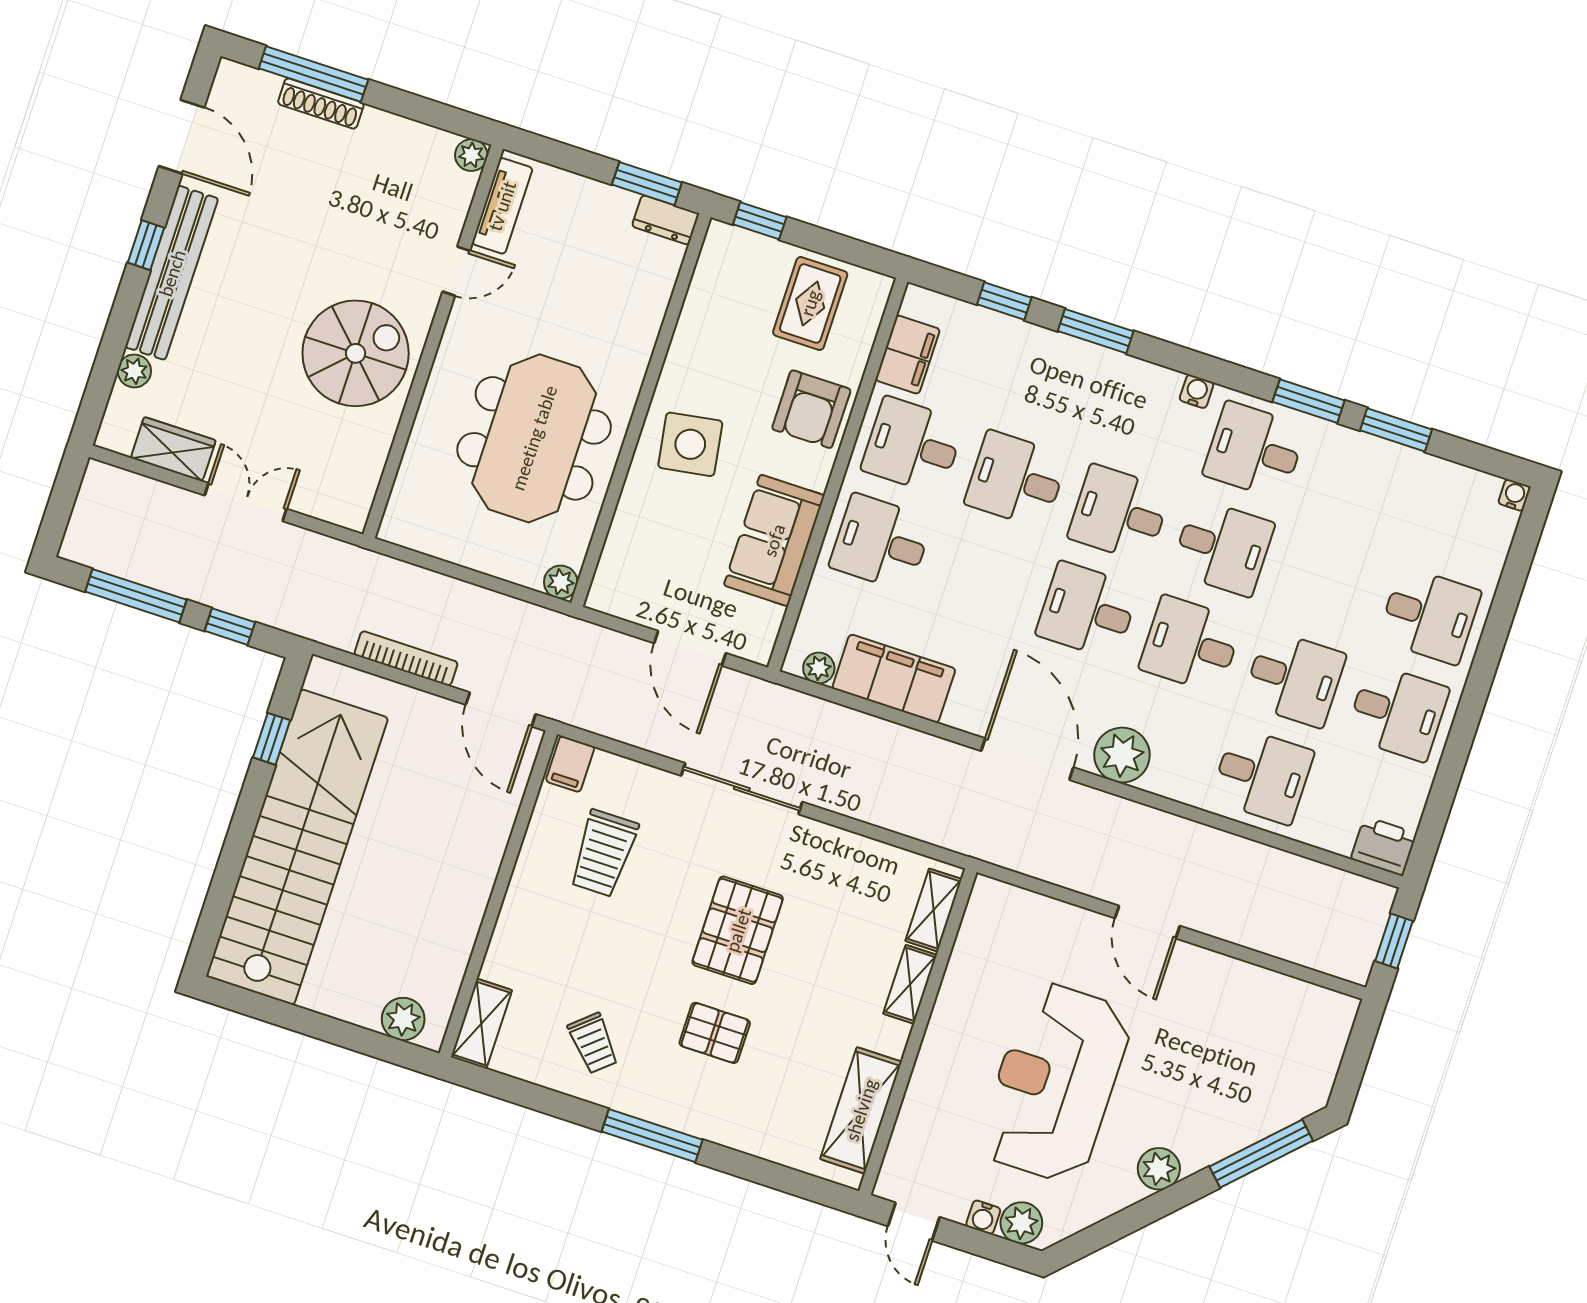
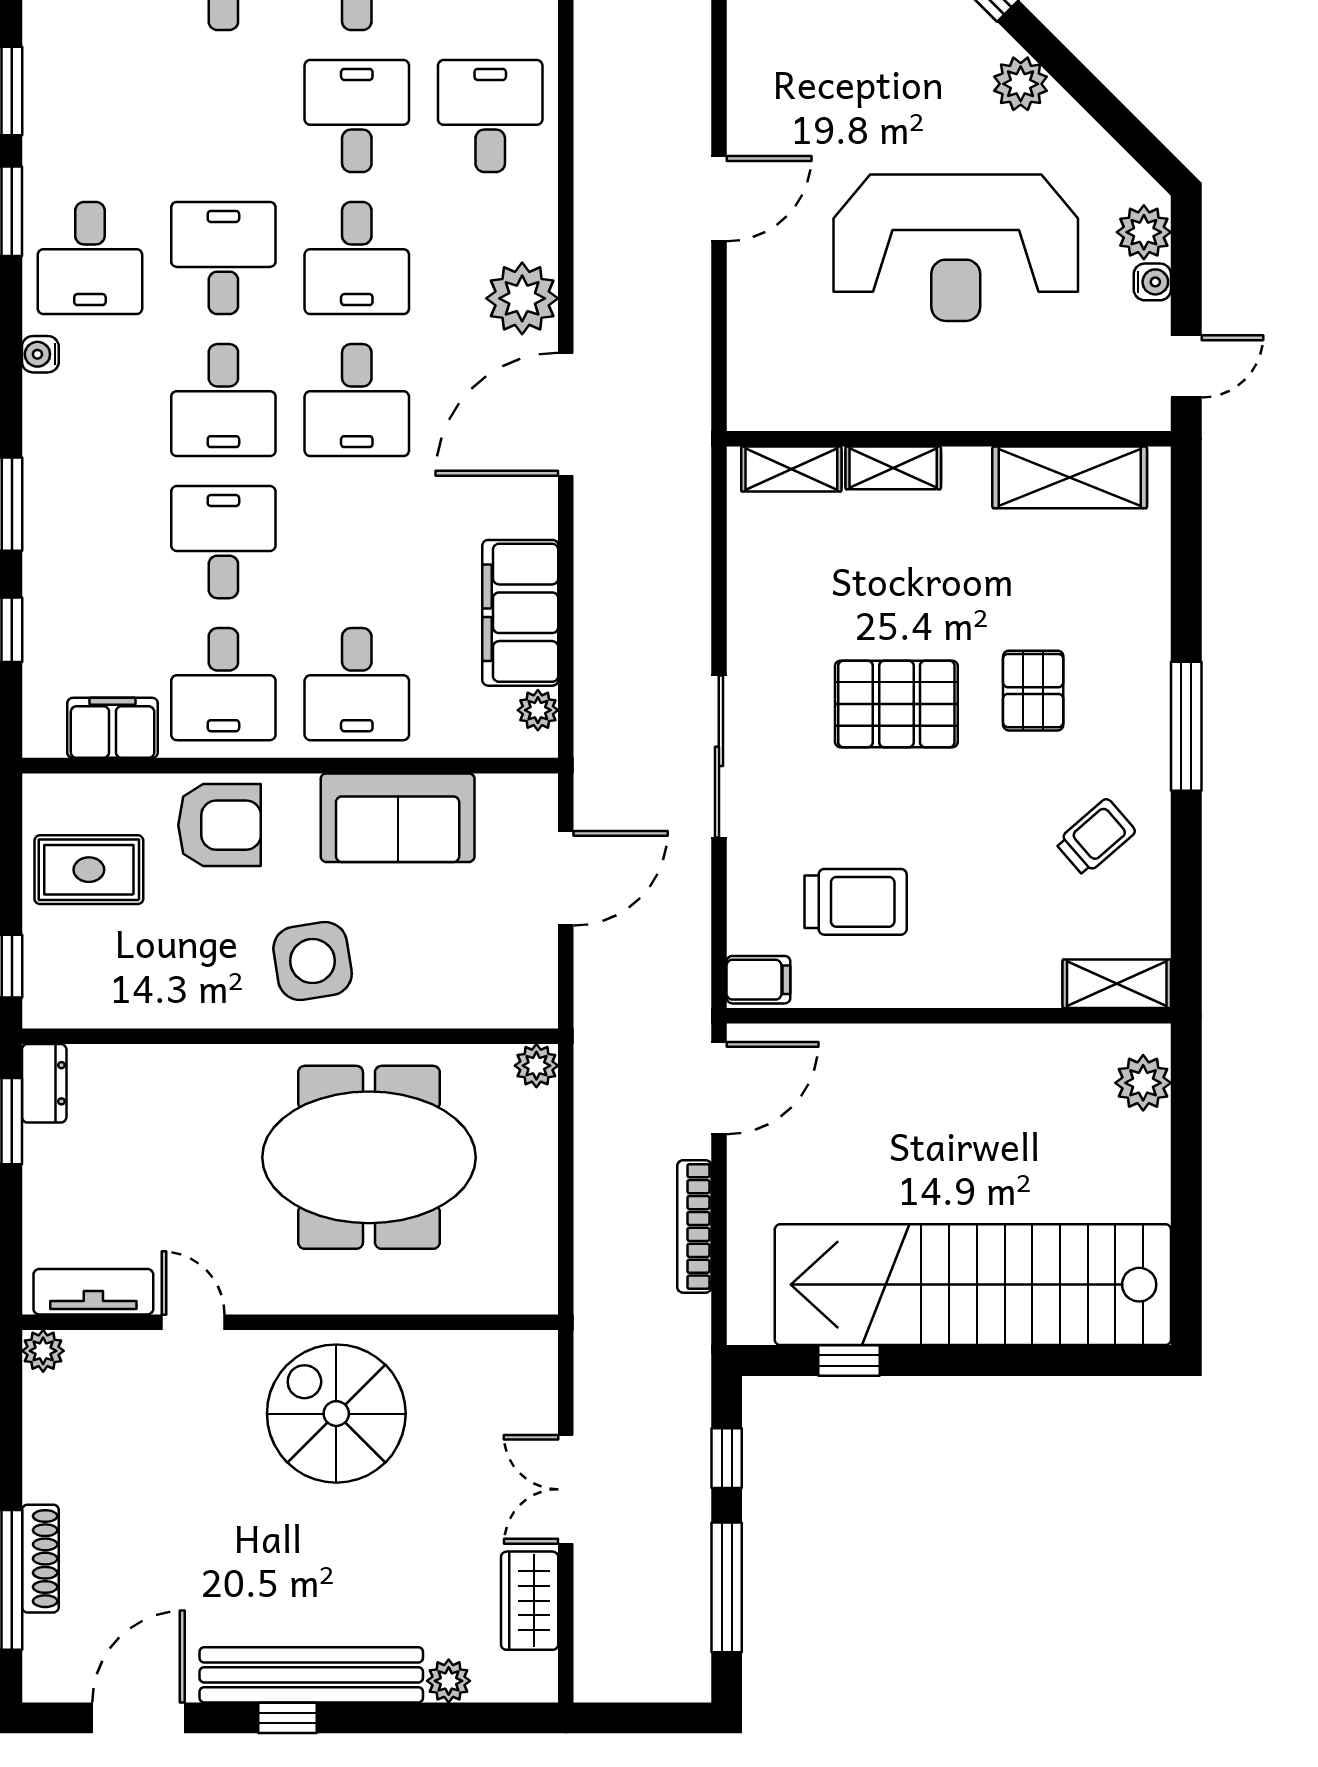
desk: (1016, 480) -> (223, 542), turned 180

